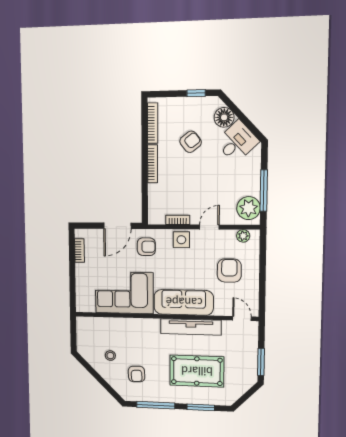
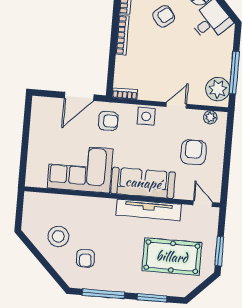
bookcase: (178, 220) -> (125, 94), moved
bookcase: (79, 251) -> (35, 120), removed
stool: (110, 356) -> (58, 236), width x1.89, depth x1.89
pool table: (197, 371) -> (172, 257), moved

